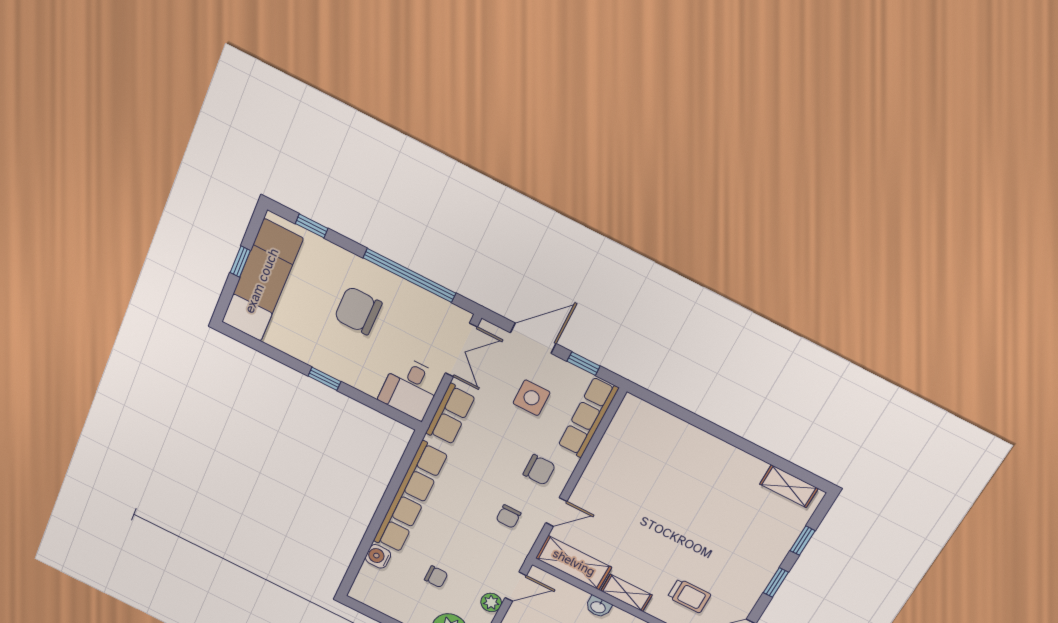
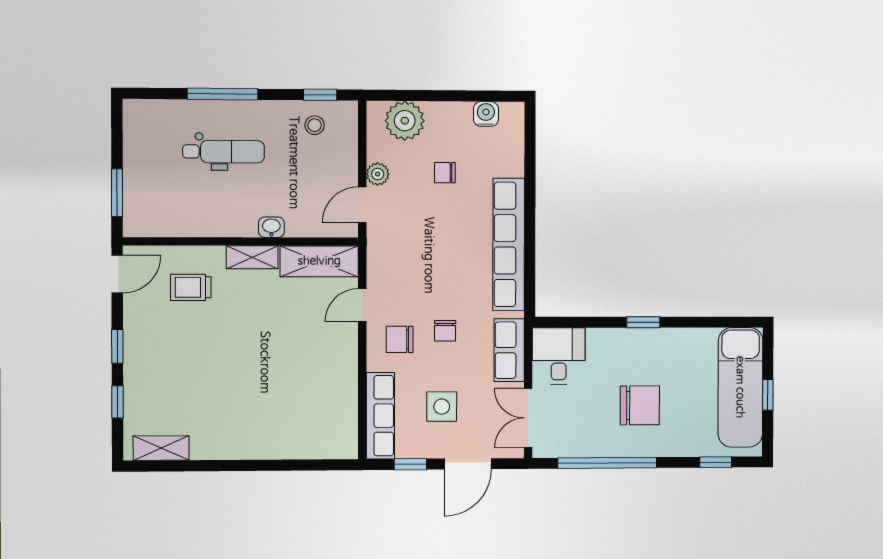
chair: (509, 516) -> (445, 331), moved, turned 180
water cooler: (378, 556) -> (486, 114), moved, turned -90

